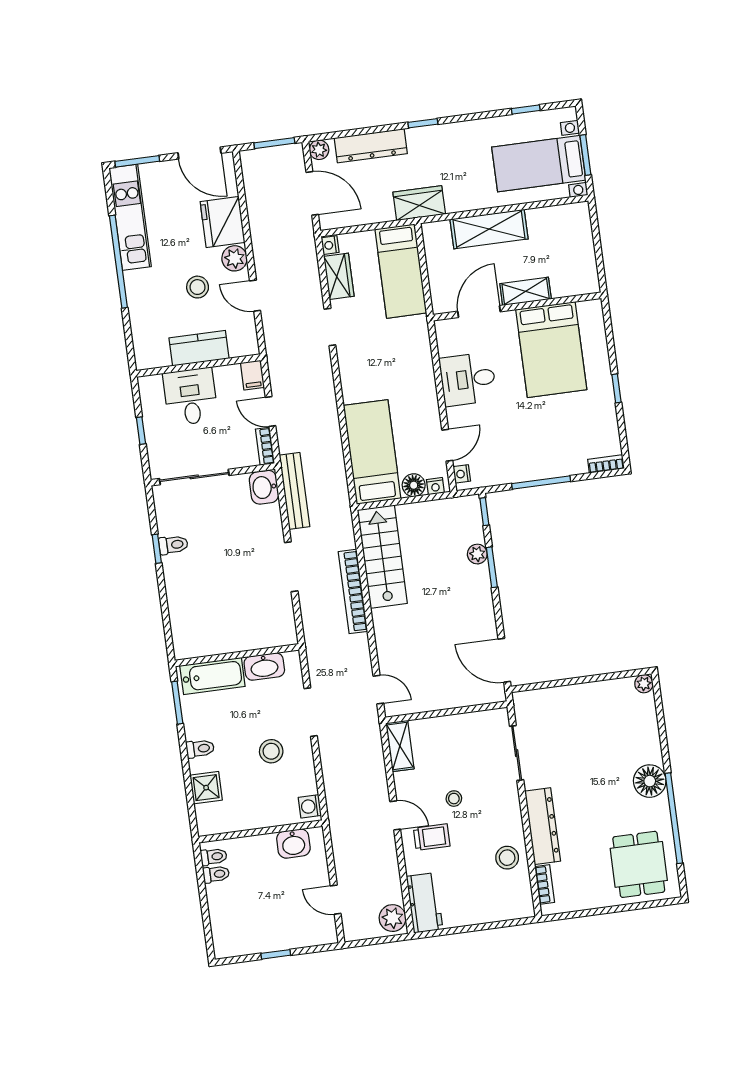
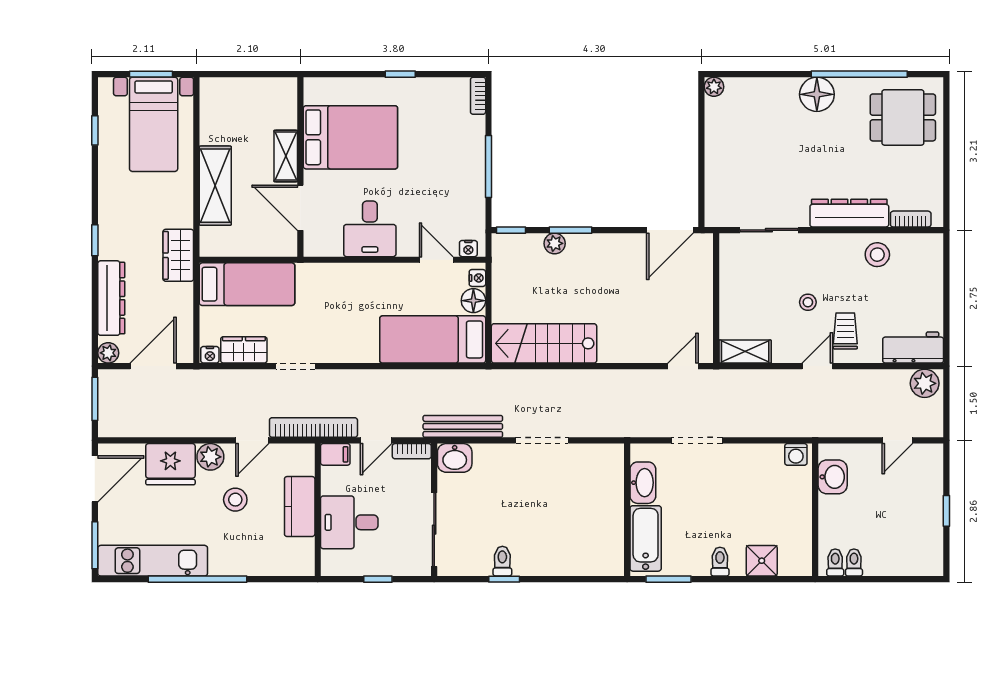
bookcase: (353, 591) -> (313, 428), moved, turned 180
stool: (271, 751) -> (733, 487), removed

